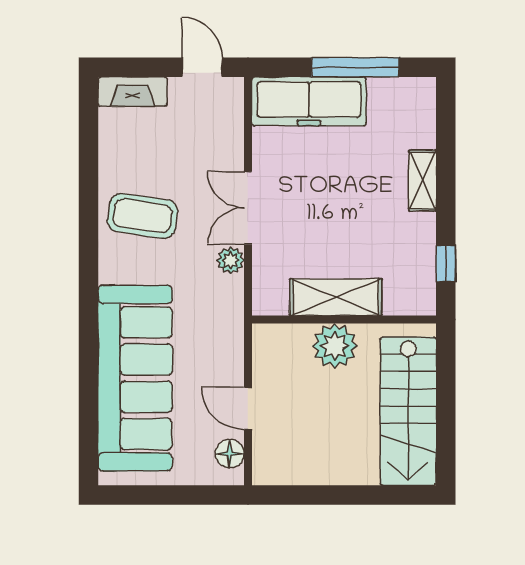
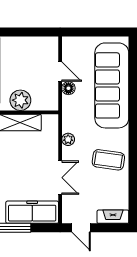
double door: (248, 208) -> (60, 178), moved
floor lamp: (230, 454) -> (68, 88), moved

